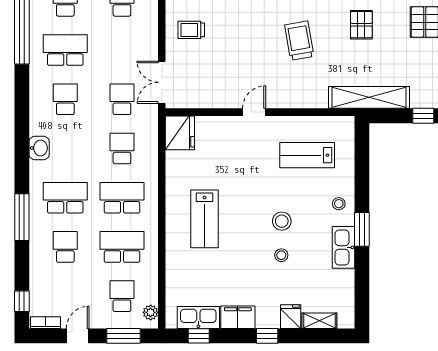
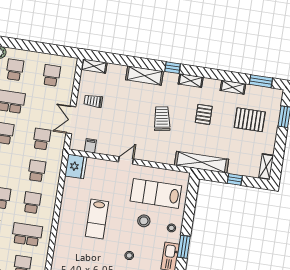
double door: (162, 82) -> (71, 120), moved
filing cabinet: (197, 98) -> (90, 146), added
lab bench: (307, 155) -> (156, 193), width x1.36, depth x1.39
school desk: (122, 198) -> (32, 203), width x0.54
lab bench: (204, 219) -> (97, 219), moved
stool: (282, 221) -> (144, 221), moved

